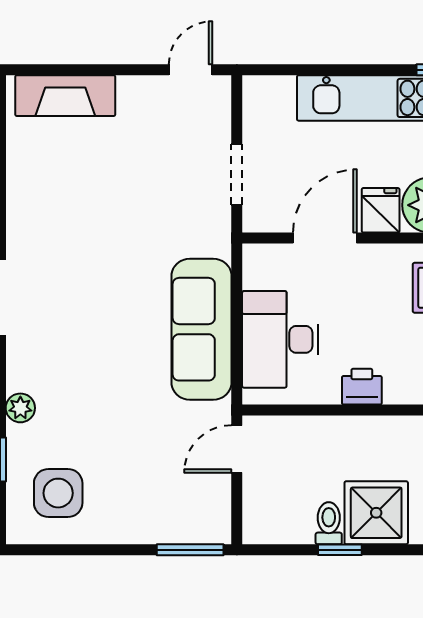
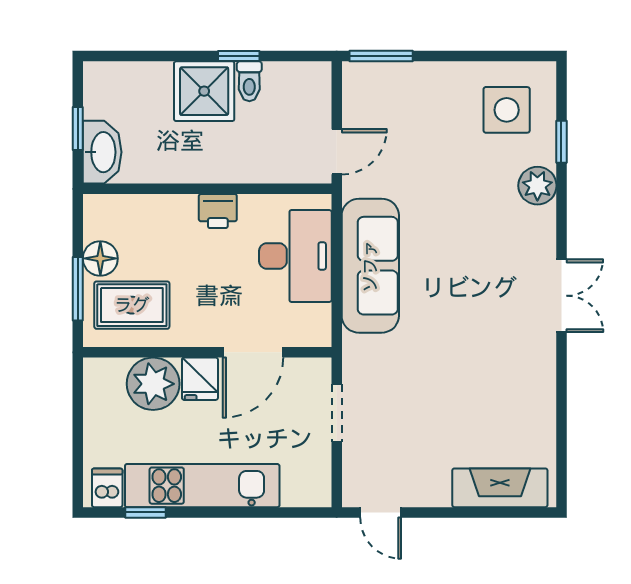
door: (191, 70) -> (381, 512), hinge flipped
plant: (20, 408) -> (537, 186), width x1.38, depth x1.38

